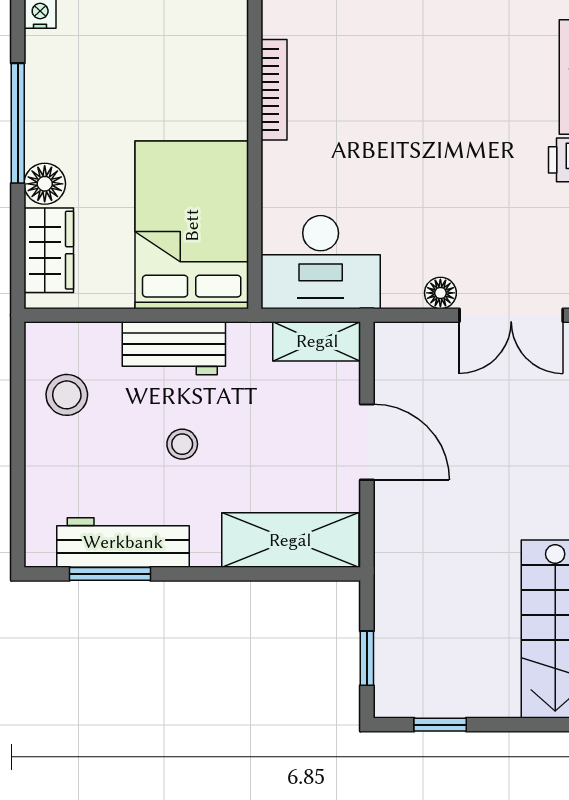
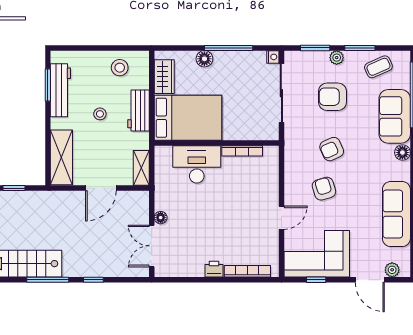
wardrobe: (49, 250) -> (164, 77), moved, turned -90
desk: (321, 262) -> (197, 164), moved, turned 90

